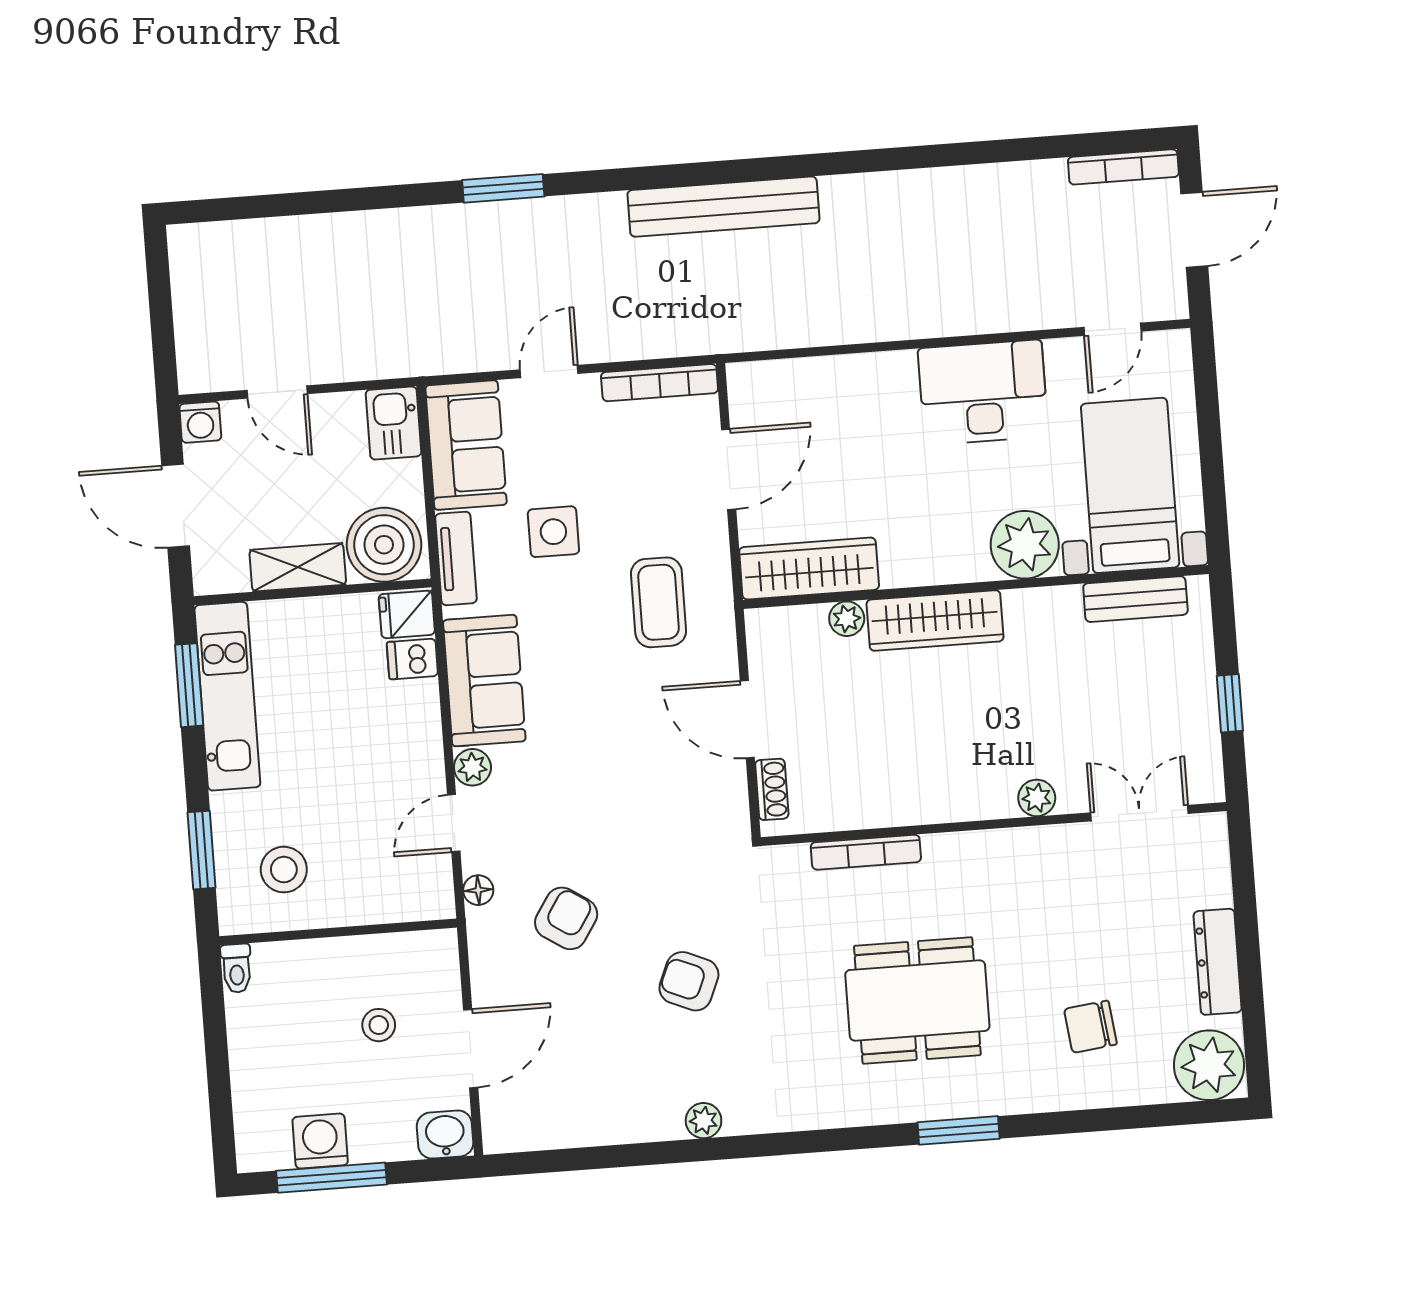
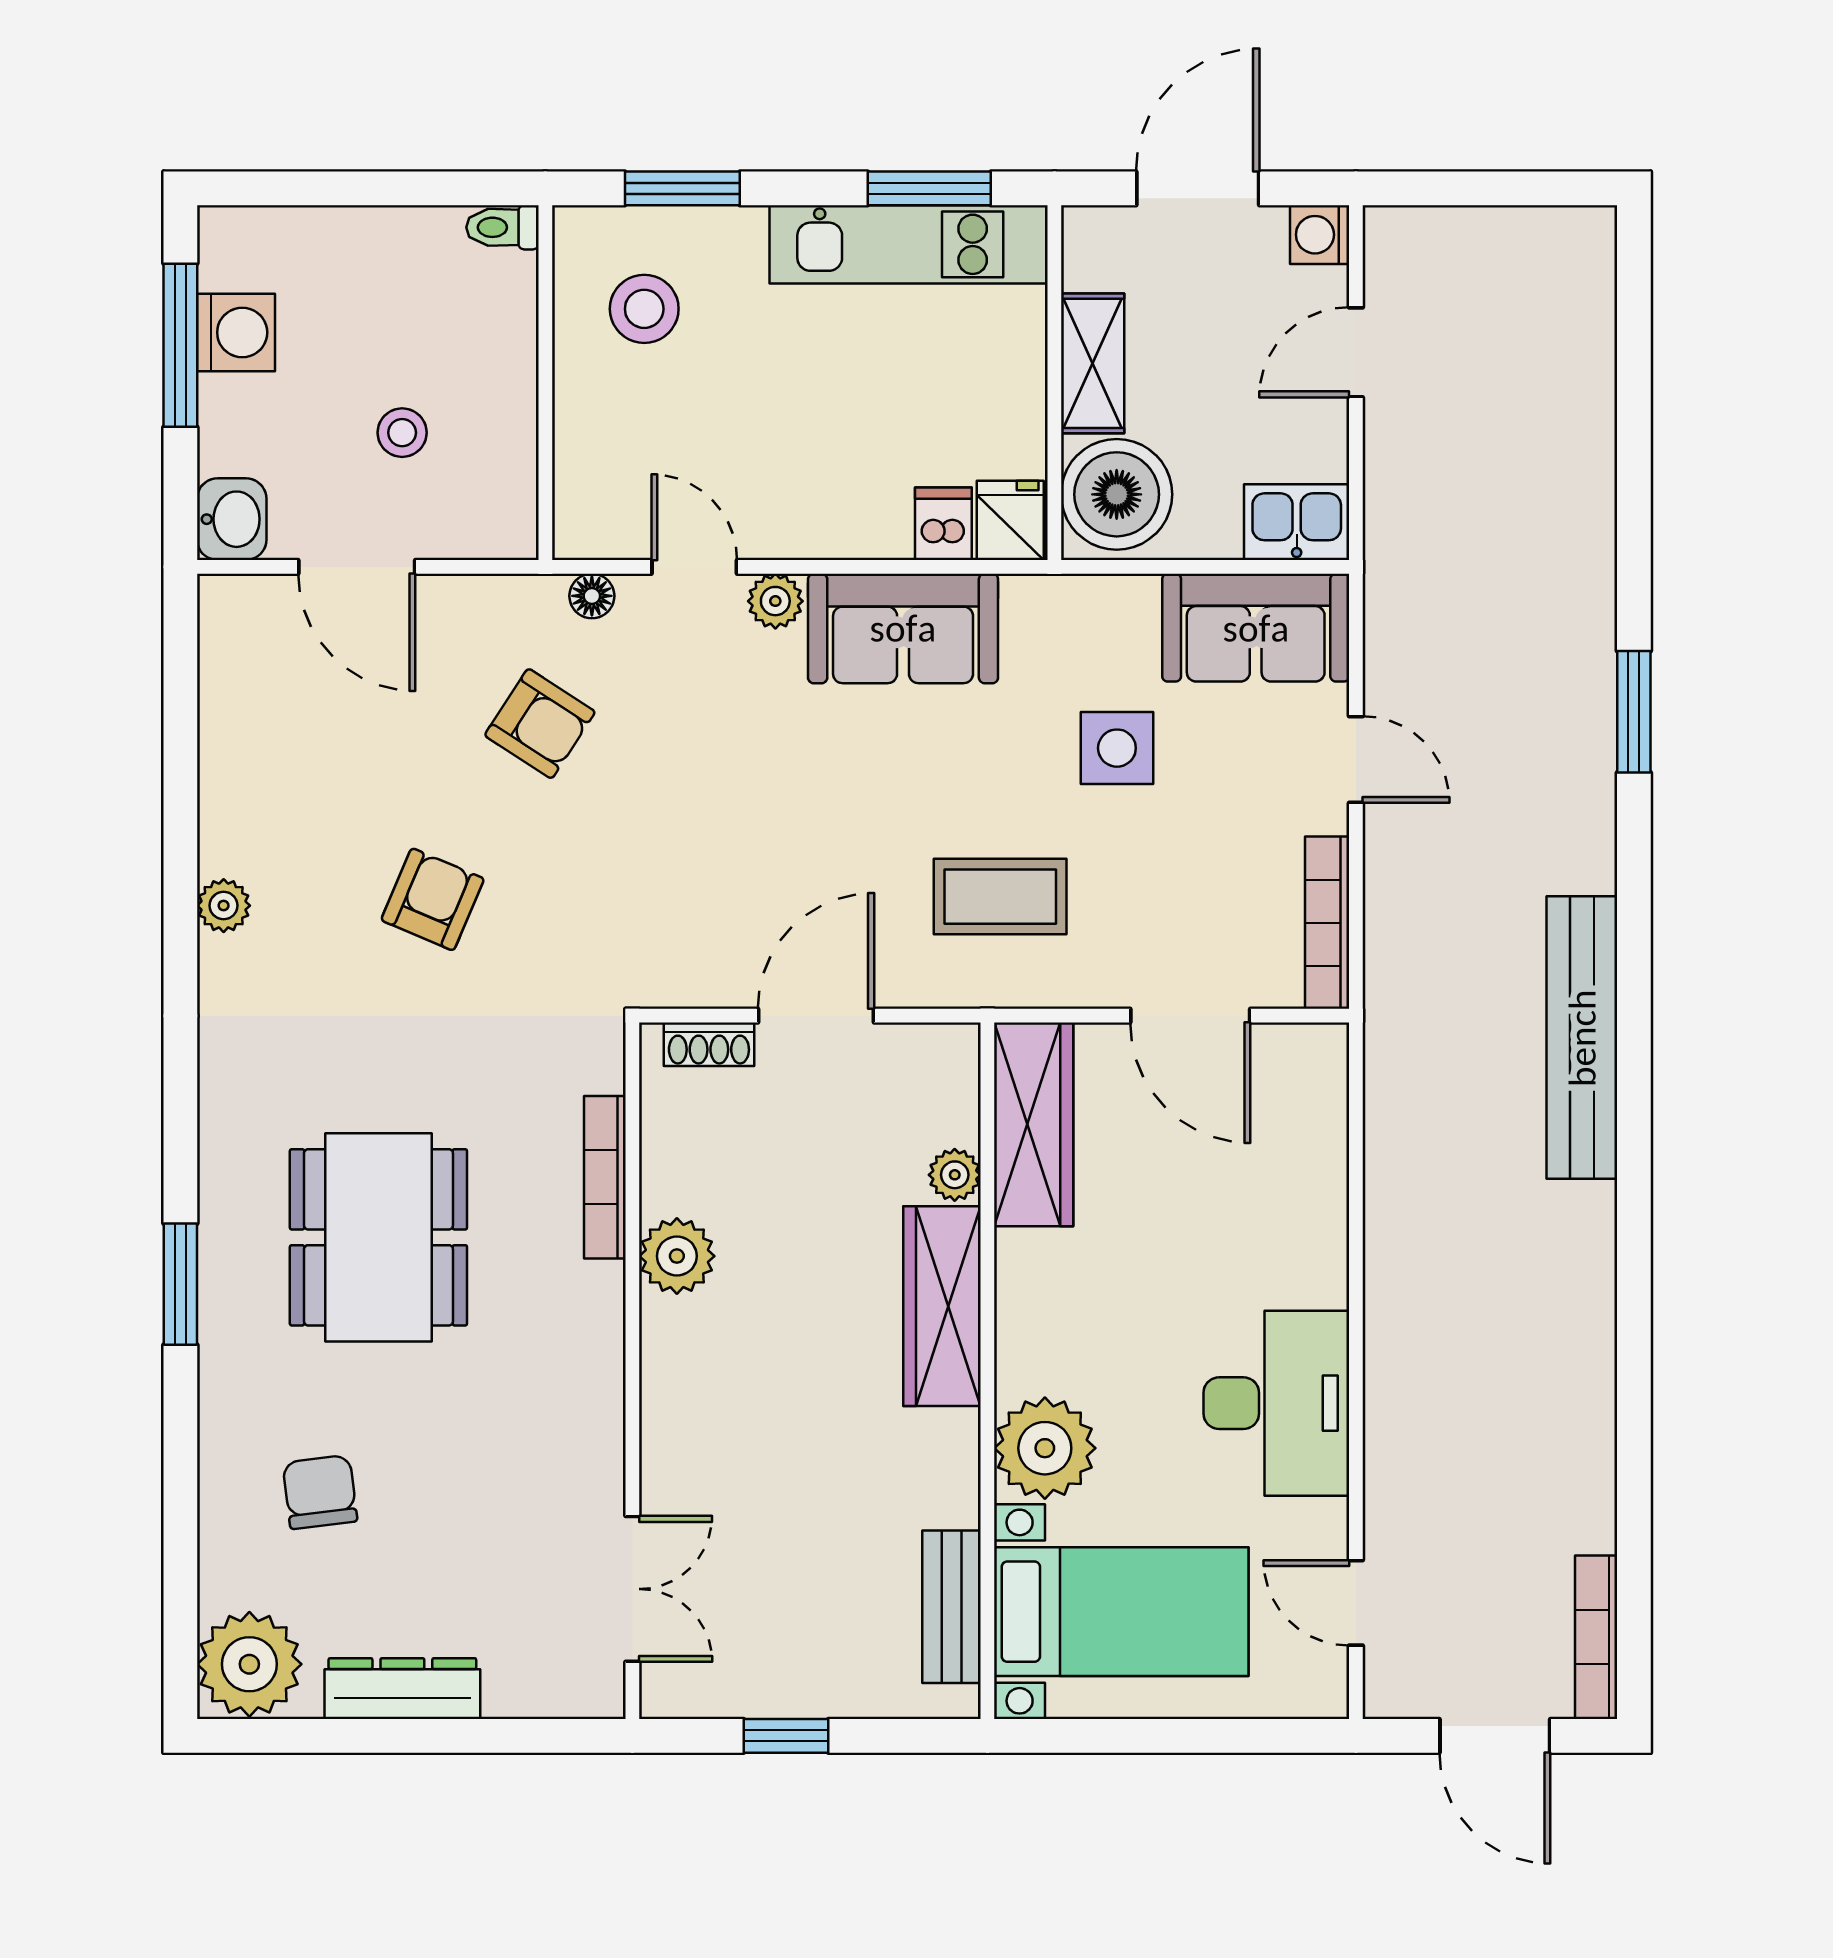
tv unit: (456, 558) -> (1088, 600), removed
plant: (1037, 798) -> (677, 1256), moved, width x1.38, depth x1.38

